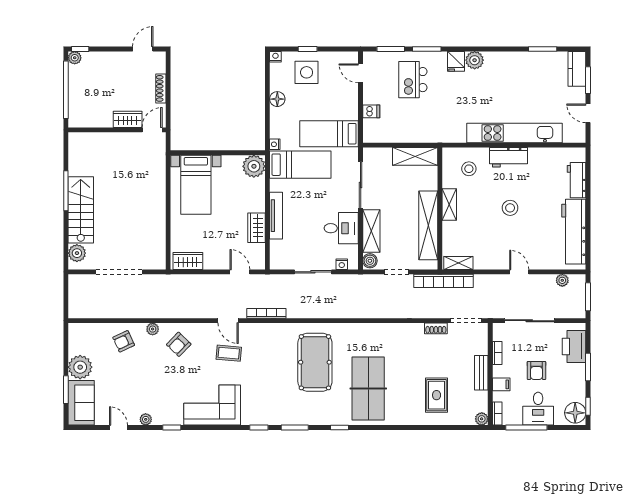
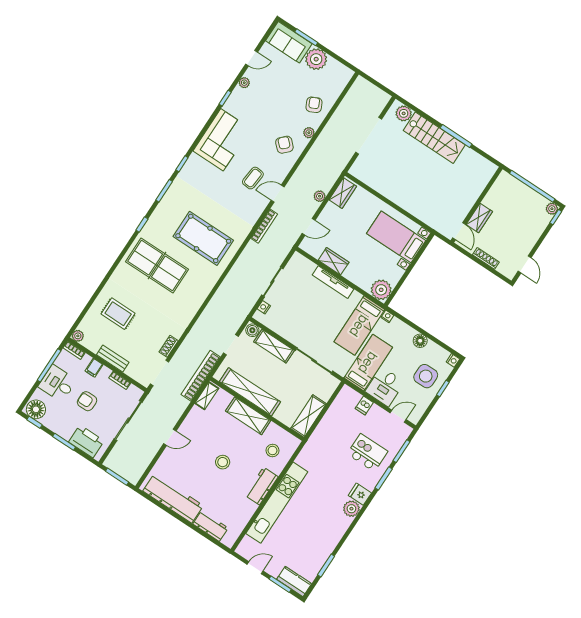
shelving: (449, 205) -> (248, 416), width x1.50, depth x1.33
desk: (341, 228) -> (385, 387), moved
plant: (562, 280) -> (320, 196), moved

